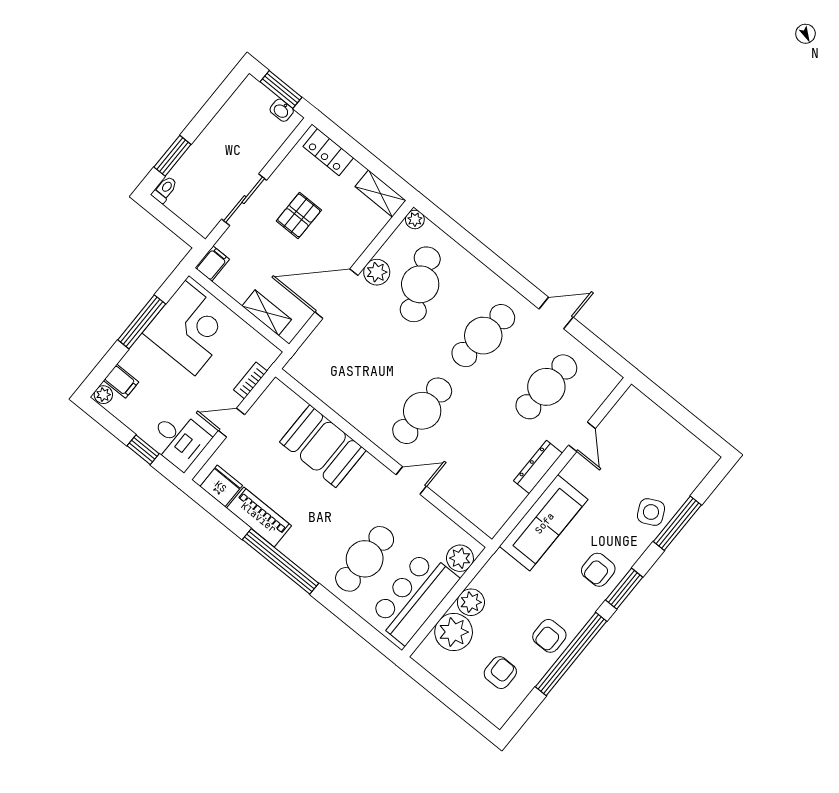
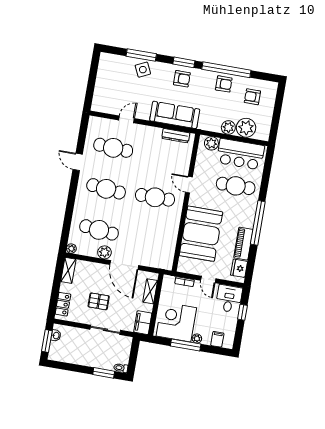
filing cabinet: (212, 263) -> (143, 323), width x2.00
cafe table: (420, 284) -> (99, 230), turned 30
plant: (103, 395) -> (197, 338), moved
booth: (323, 446) -> (201, 234), width x1.36, depth x1.42
dresser: (538, 467) -> (176, 136), moved

